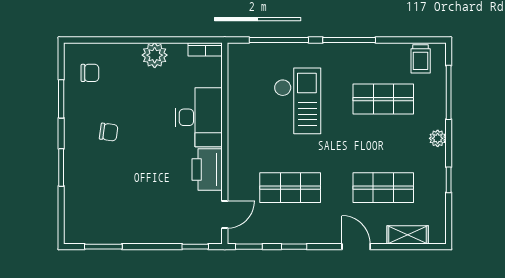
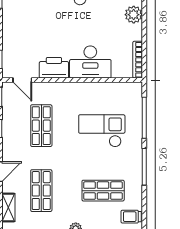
bookcase: (205, 49) -> (138, 60), width x1.56
plant: (155, 55) -> (134, 15), moved
shop shelf: (383, 99) -> (103, 191), turned 90
checkout: (298, 101) -> (102, 131), turned 180

